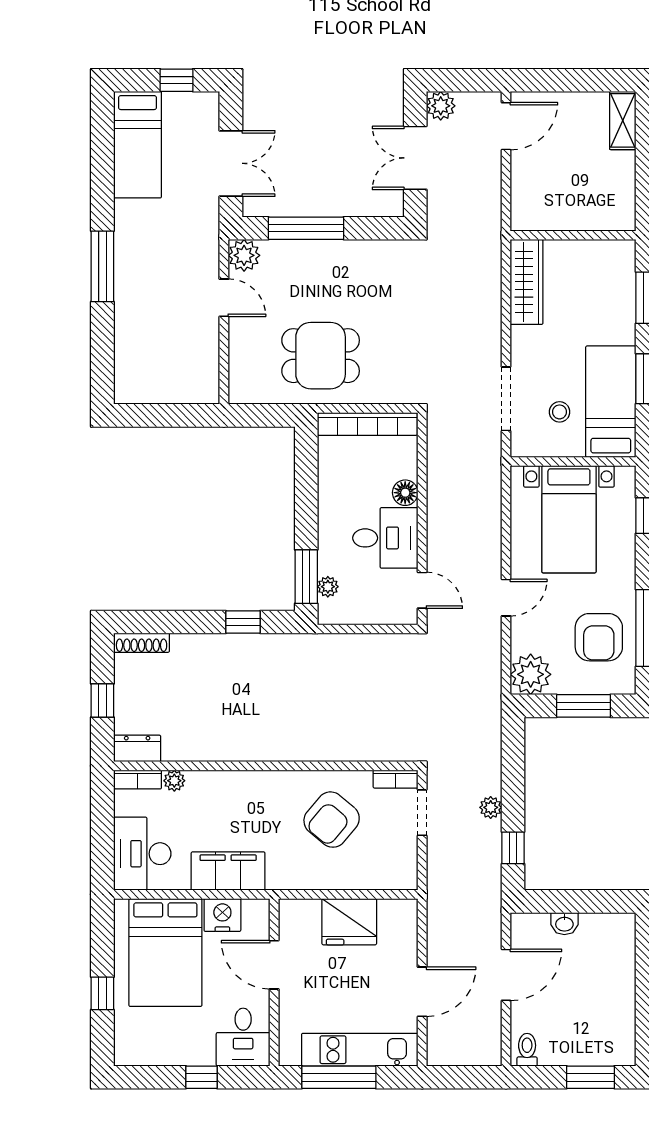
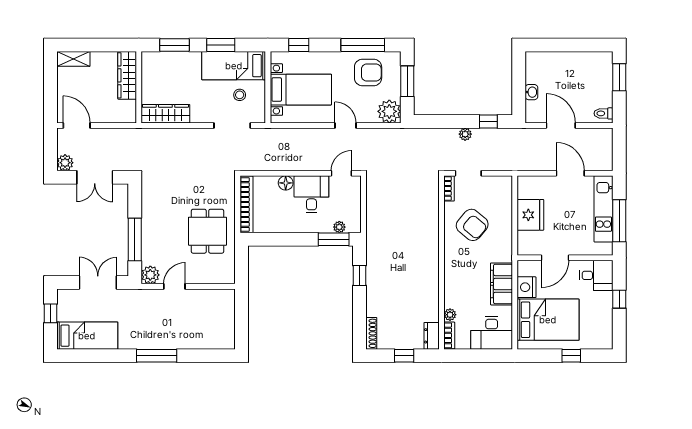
wardrobe: (594, 215) -> (127, 75), added

